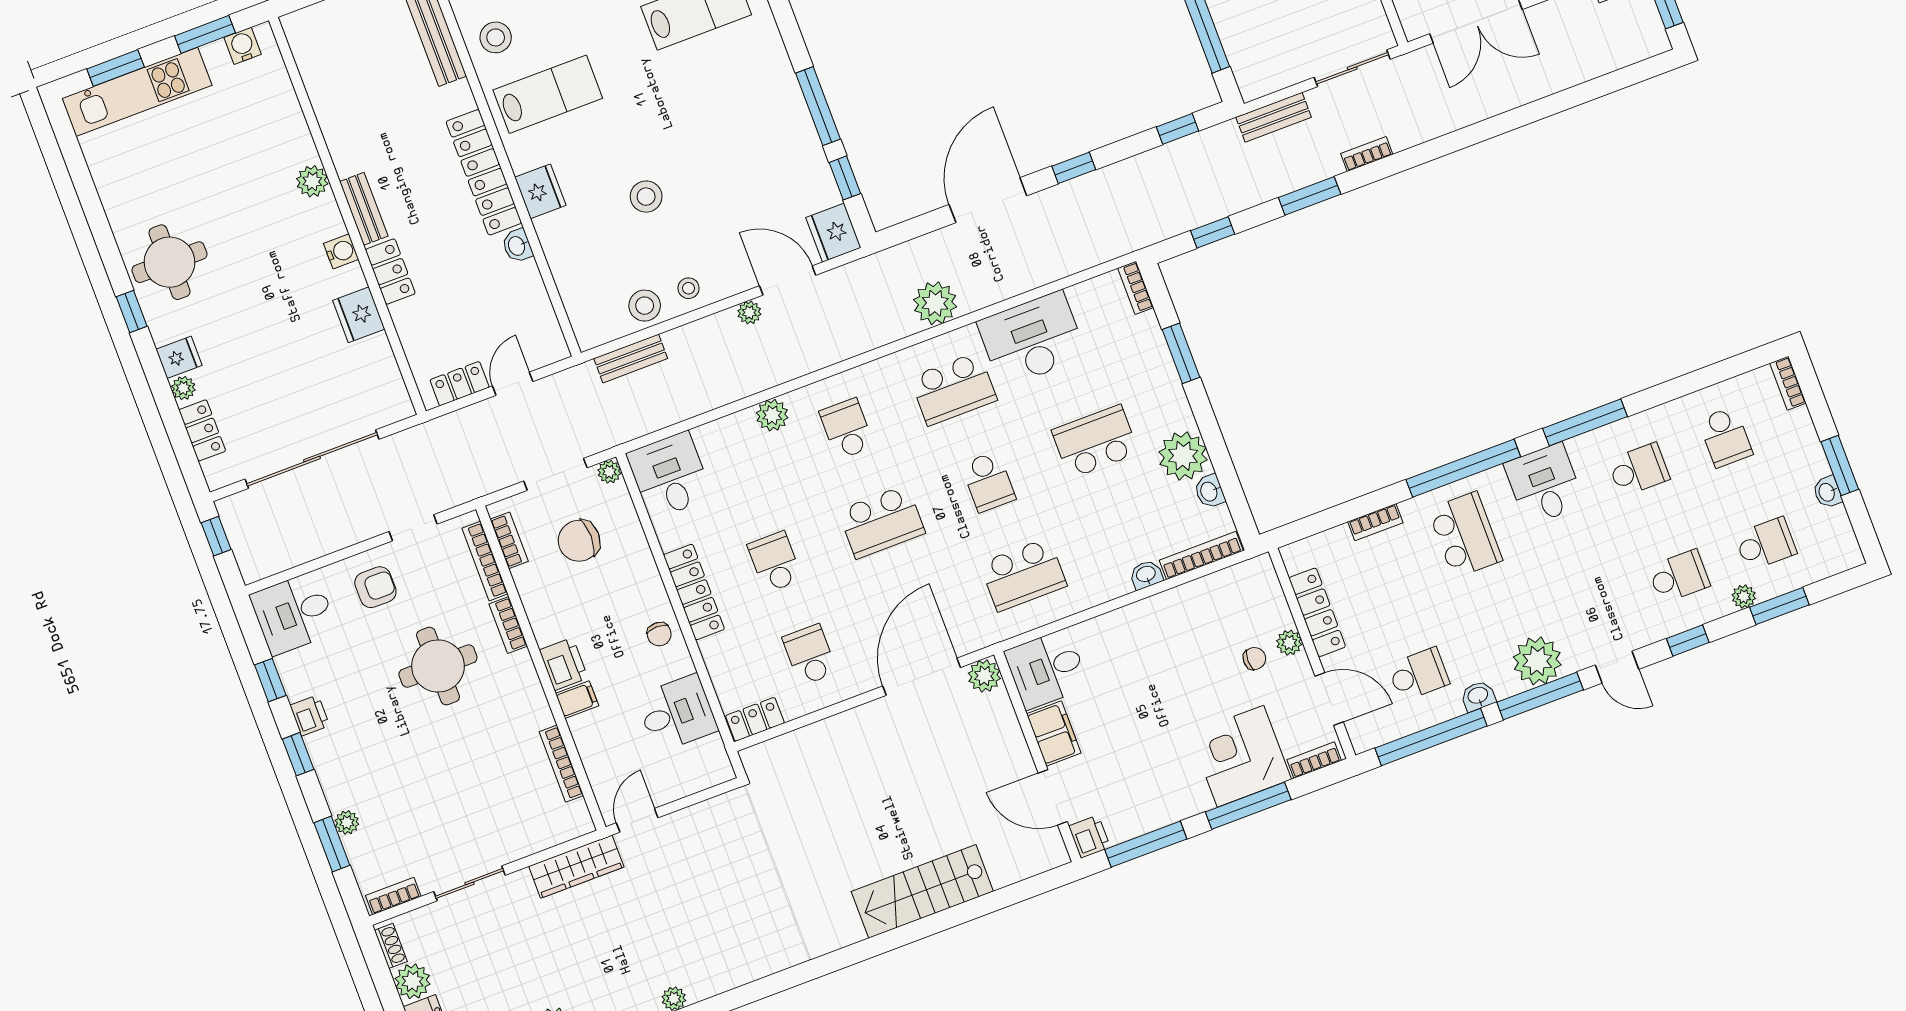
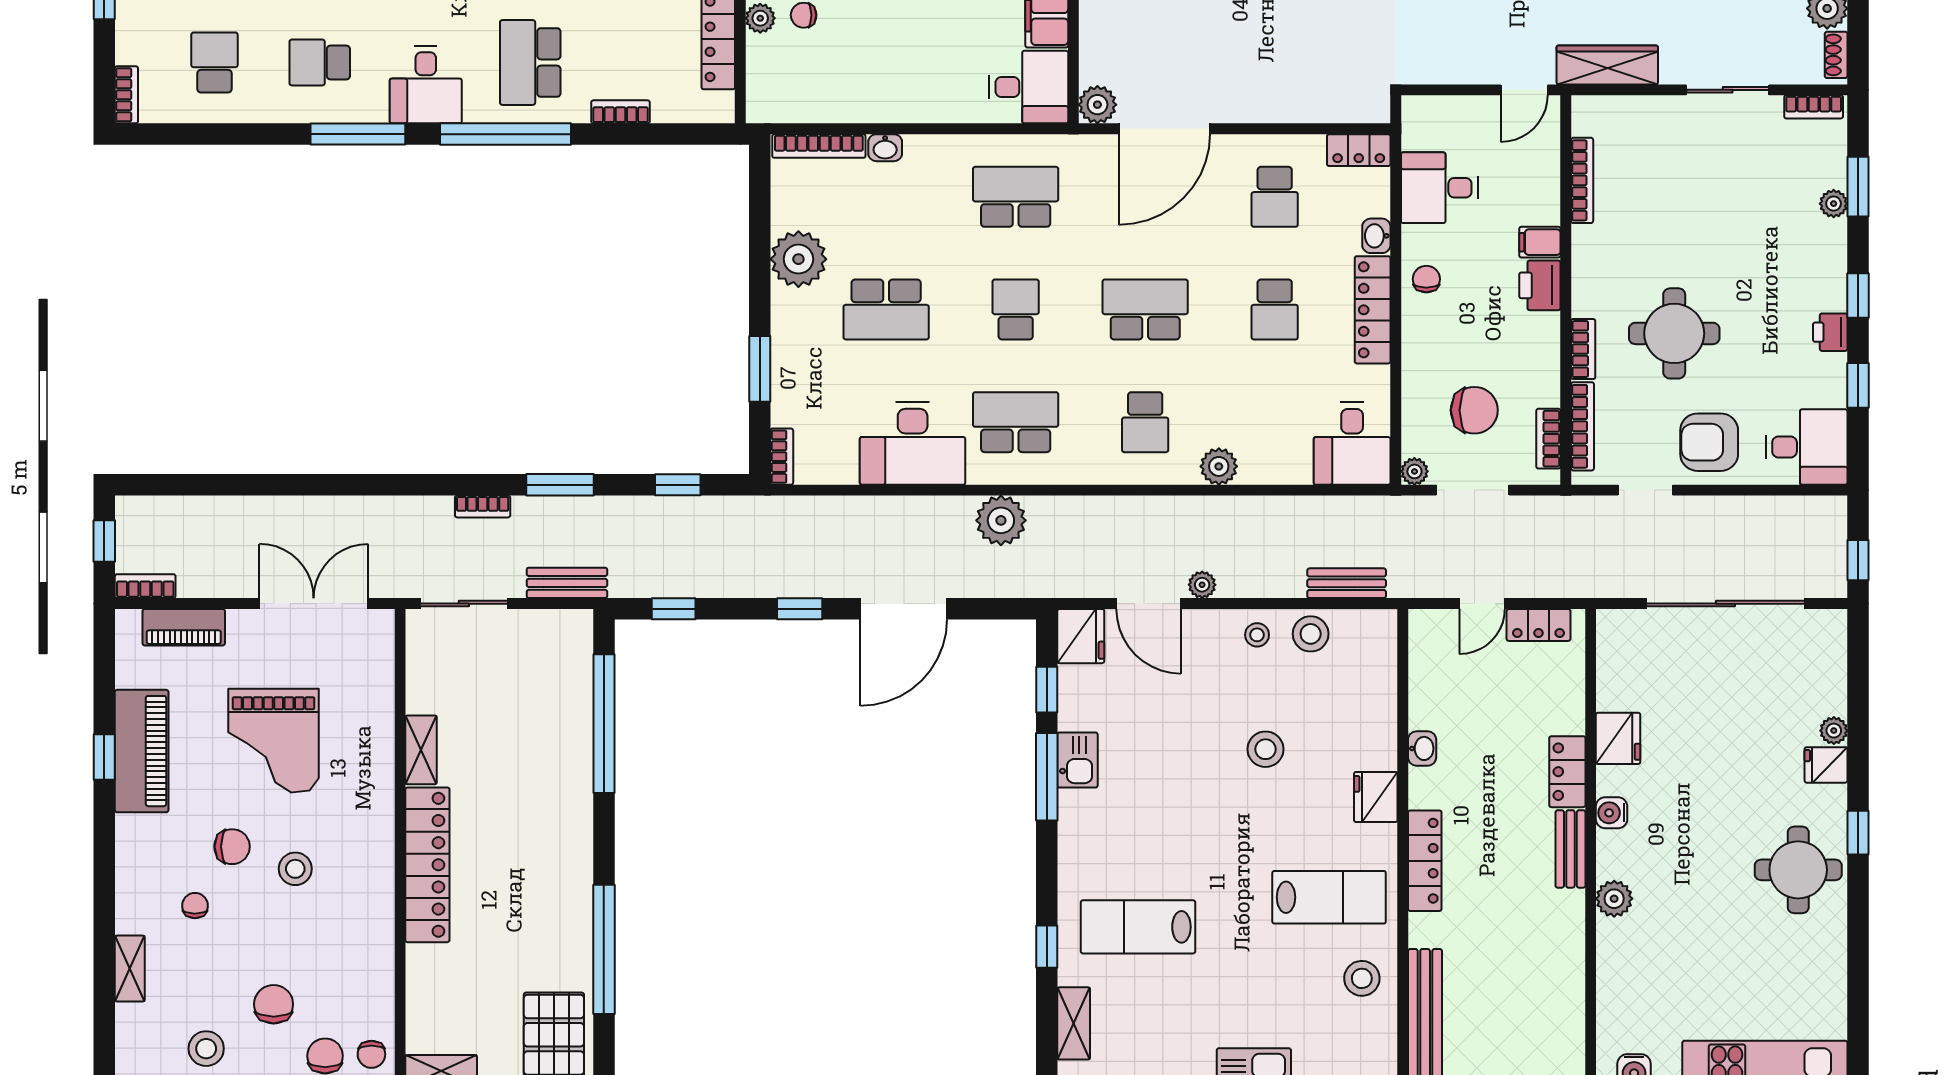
lab bench: (548, 94) -> (1329, 897), turned 180
kitchen sink: (798, 129) -> (1077, 760), added
locker: (484, 172) -> (1425, 861), width x0.71, depth x0.83
locker: (202, 430) -> (1831, 678), removed
washbasin: (1210, 491) -> (1376, 236), moved, turned 180
armchair: (375, 587) -> (1709, 442), width x1.38, depth x1.38

